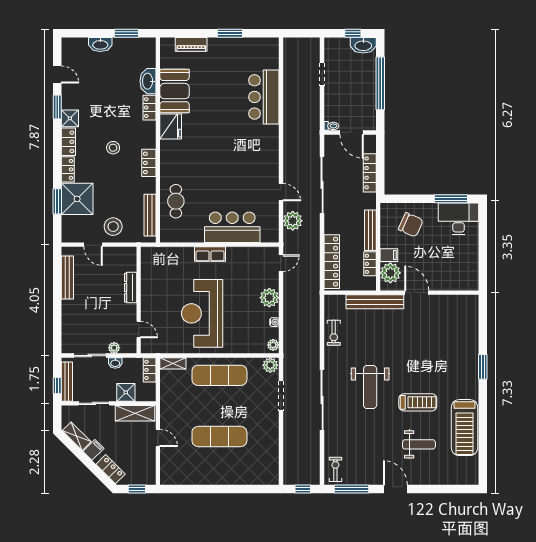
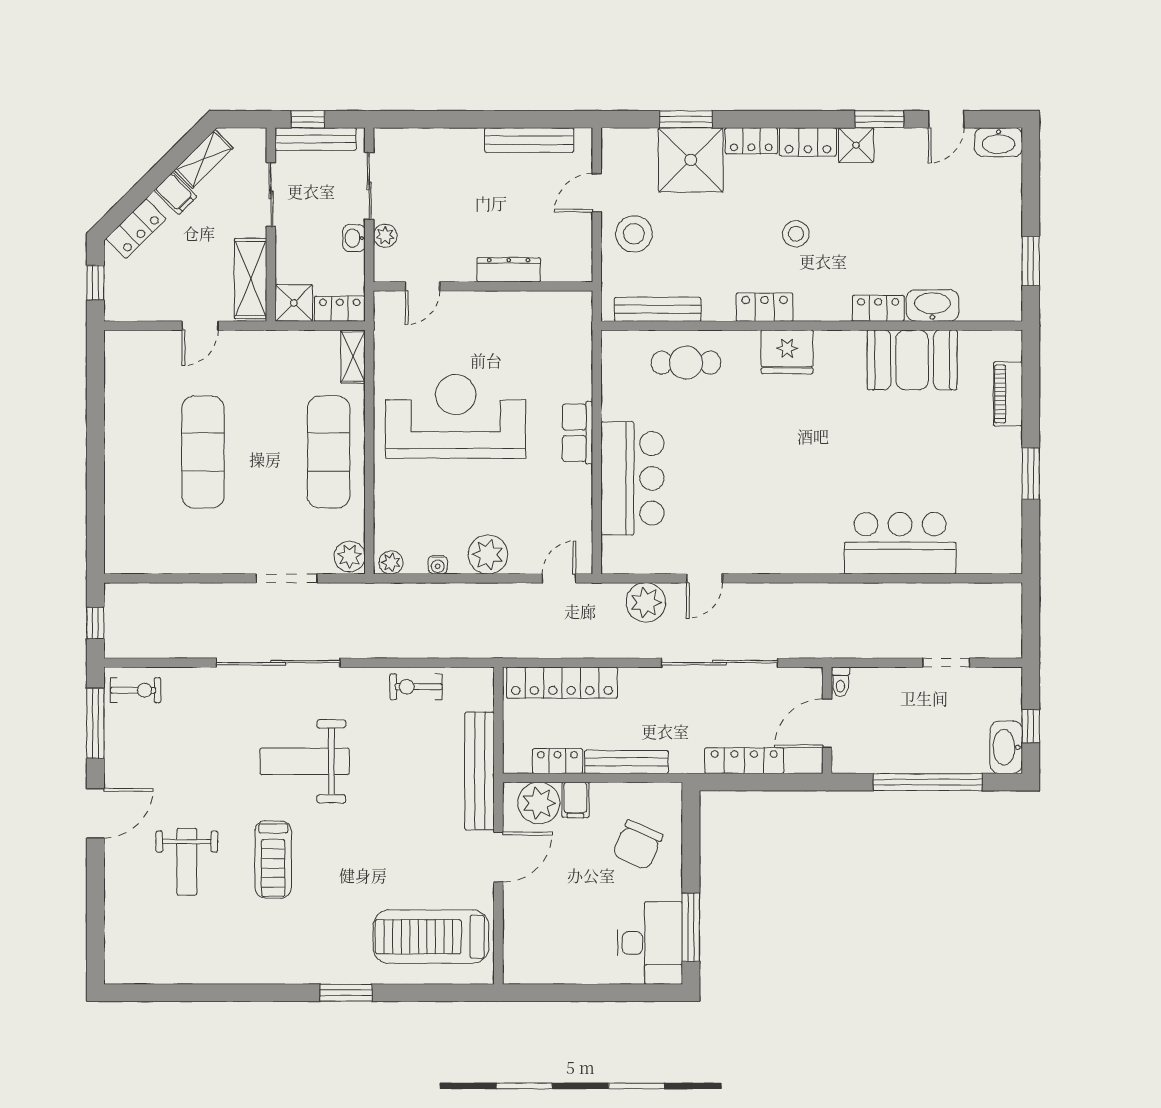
washbasin: (100, 44) -> (998, 142), moved, turned -90
fridge: (171, 127) -> (787, 352), moved
door: (281, 263) -> (559, 578), swing flipped
shower: (126, 392) -> (294, 303), moved
treadmill: (465, 428) -> (431, 937), moved

